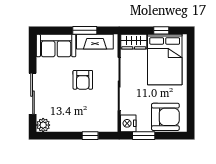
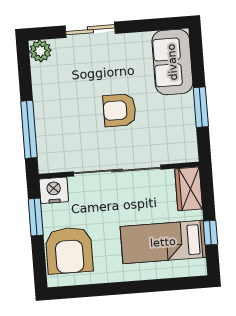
fireplace: (95, 42) -> (184, 125), removed
bed: (165, 59) -> (163, 242), width x0.67
sliding door: (33, 94) -> (90, 30), width x0.73
window: (90, 136) -> (29, 129), width x2.17

